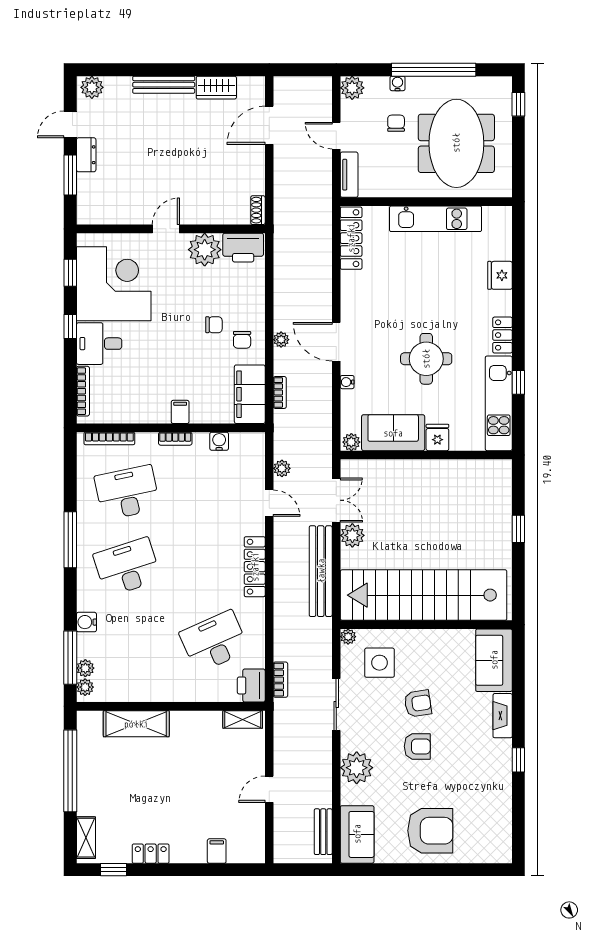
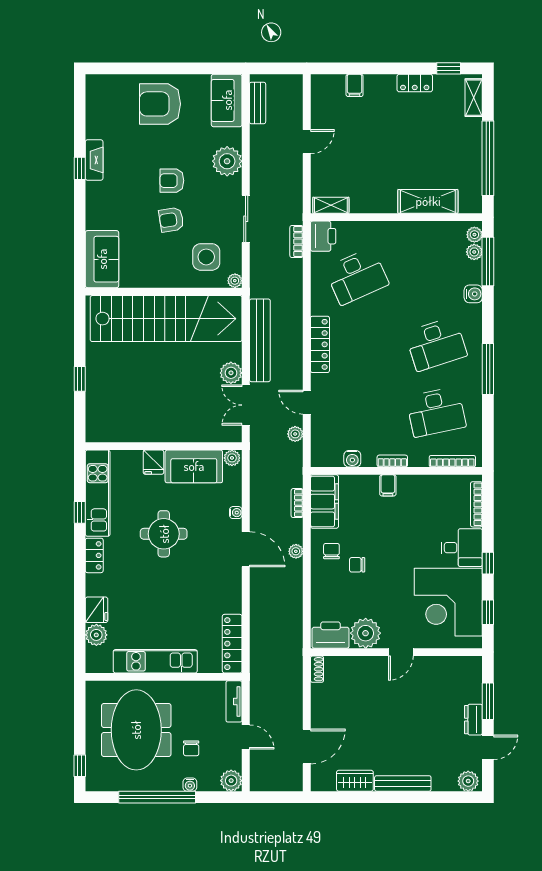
plant: (500, 248) -> (96, 635), added
fireplace: (503, 716) -> (94, 160), moved

